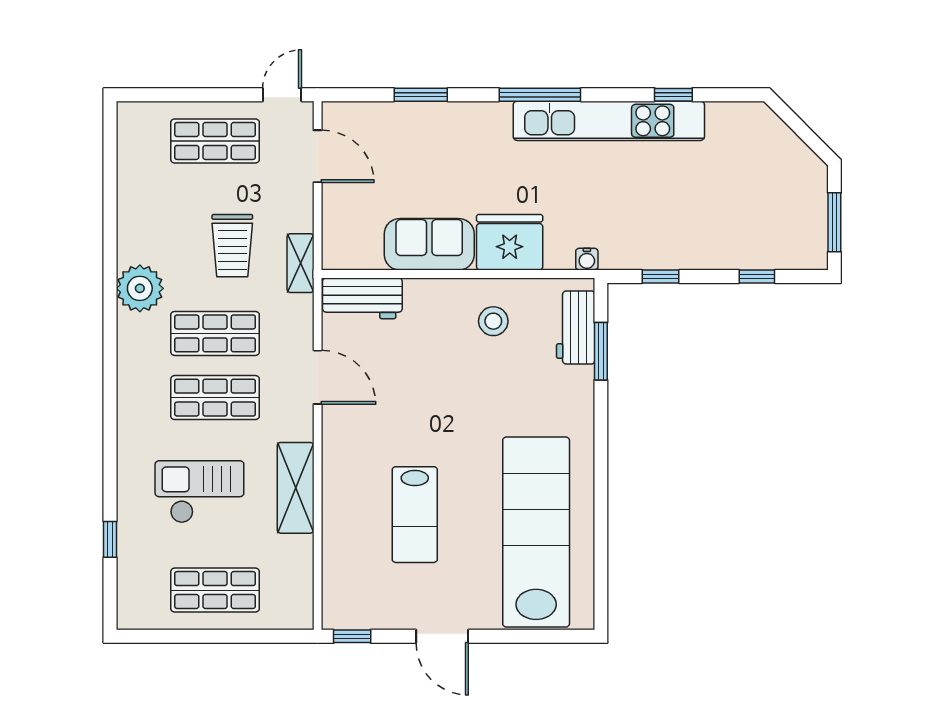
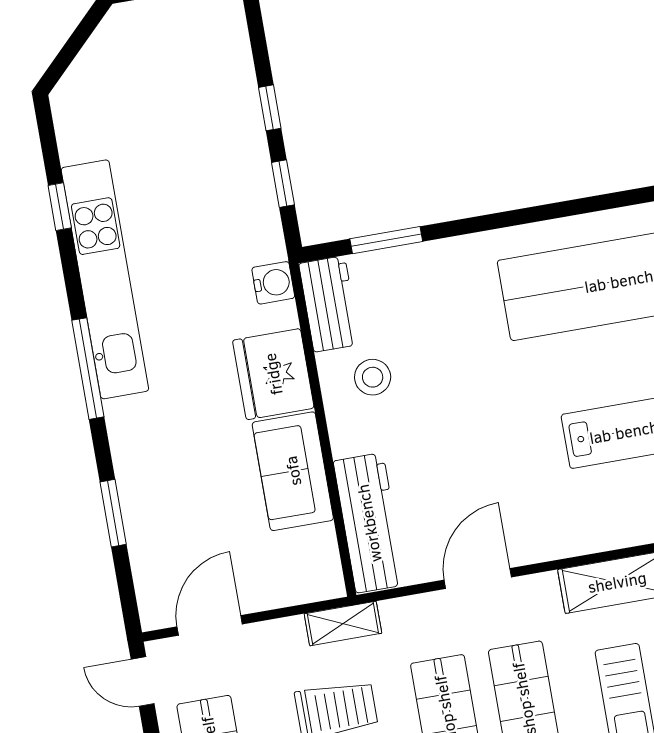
water cooler: (587, 259) -> (273, 283), width x1.38, depth x1.38
window: (757, 277) -> (270, 108), moved
workbench: (362, 298) -> (369, 523), width x1.38
workbench: (576, 327) -> (329, 304), moved, turned -90

